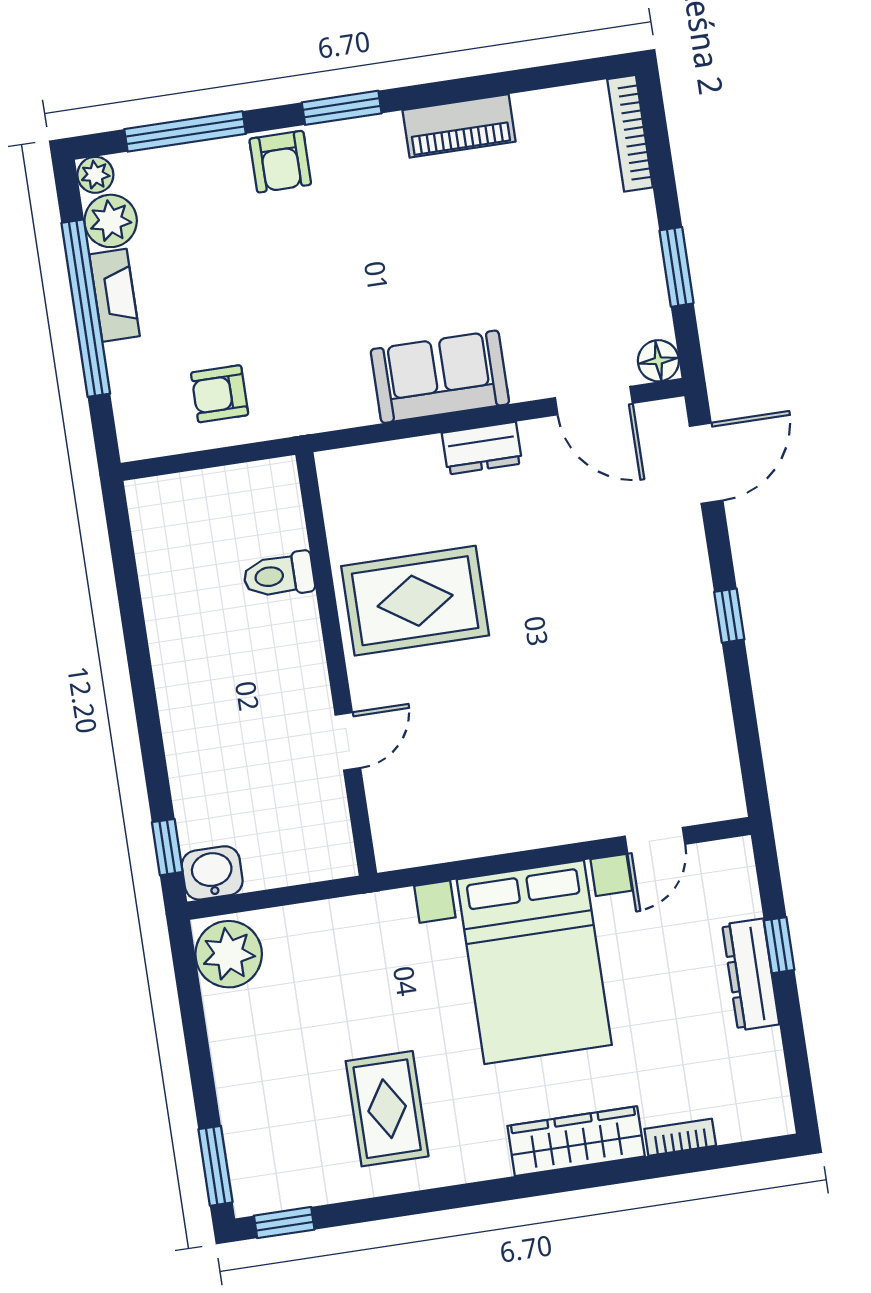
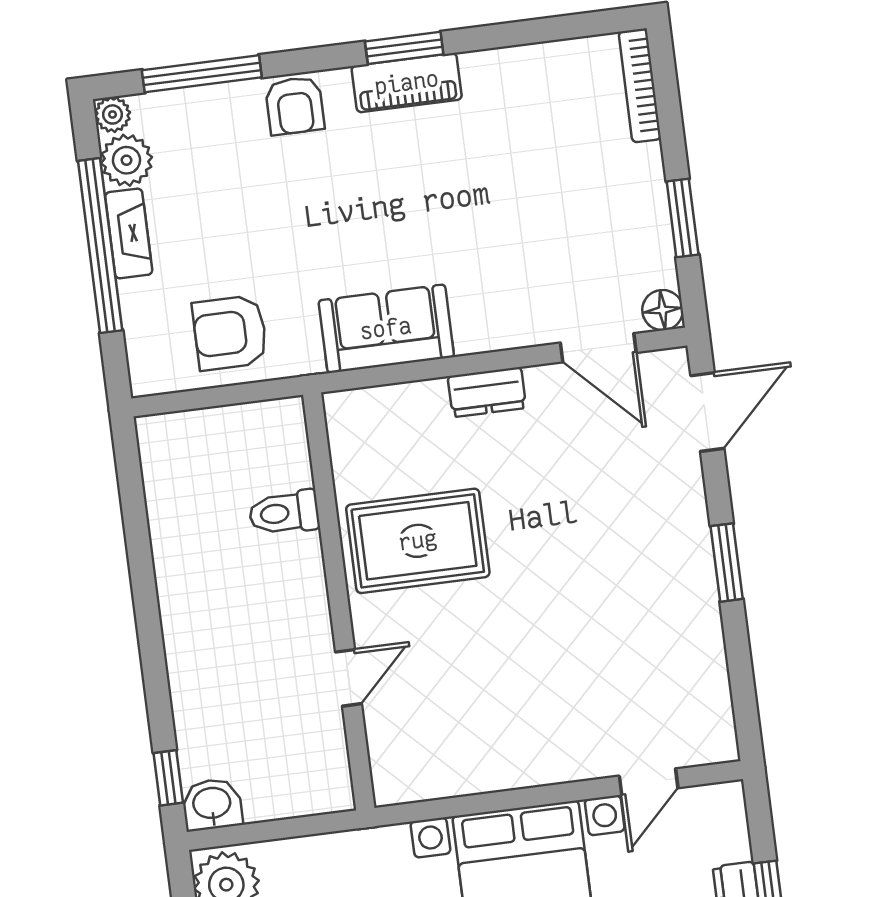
window: (342, 108) -> (404, 48), moved
piano: (459, 126) -> (407, 83), moved
sofa: (440, 377) -> (386, 329), moved
armchair: (220, 394) -> (230, 333), width x1.38, depth x1.38
window: (729, 616) -> (727, 563), width x1.50

